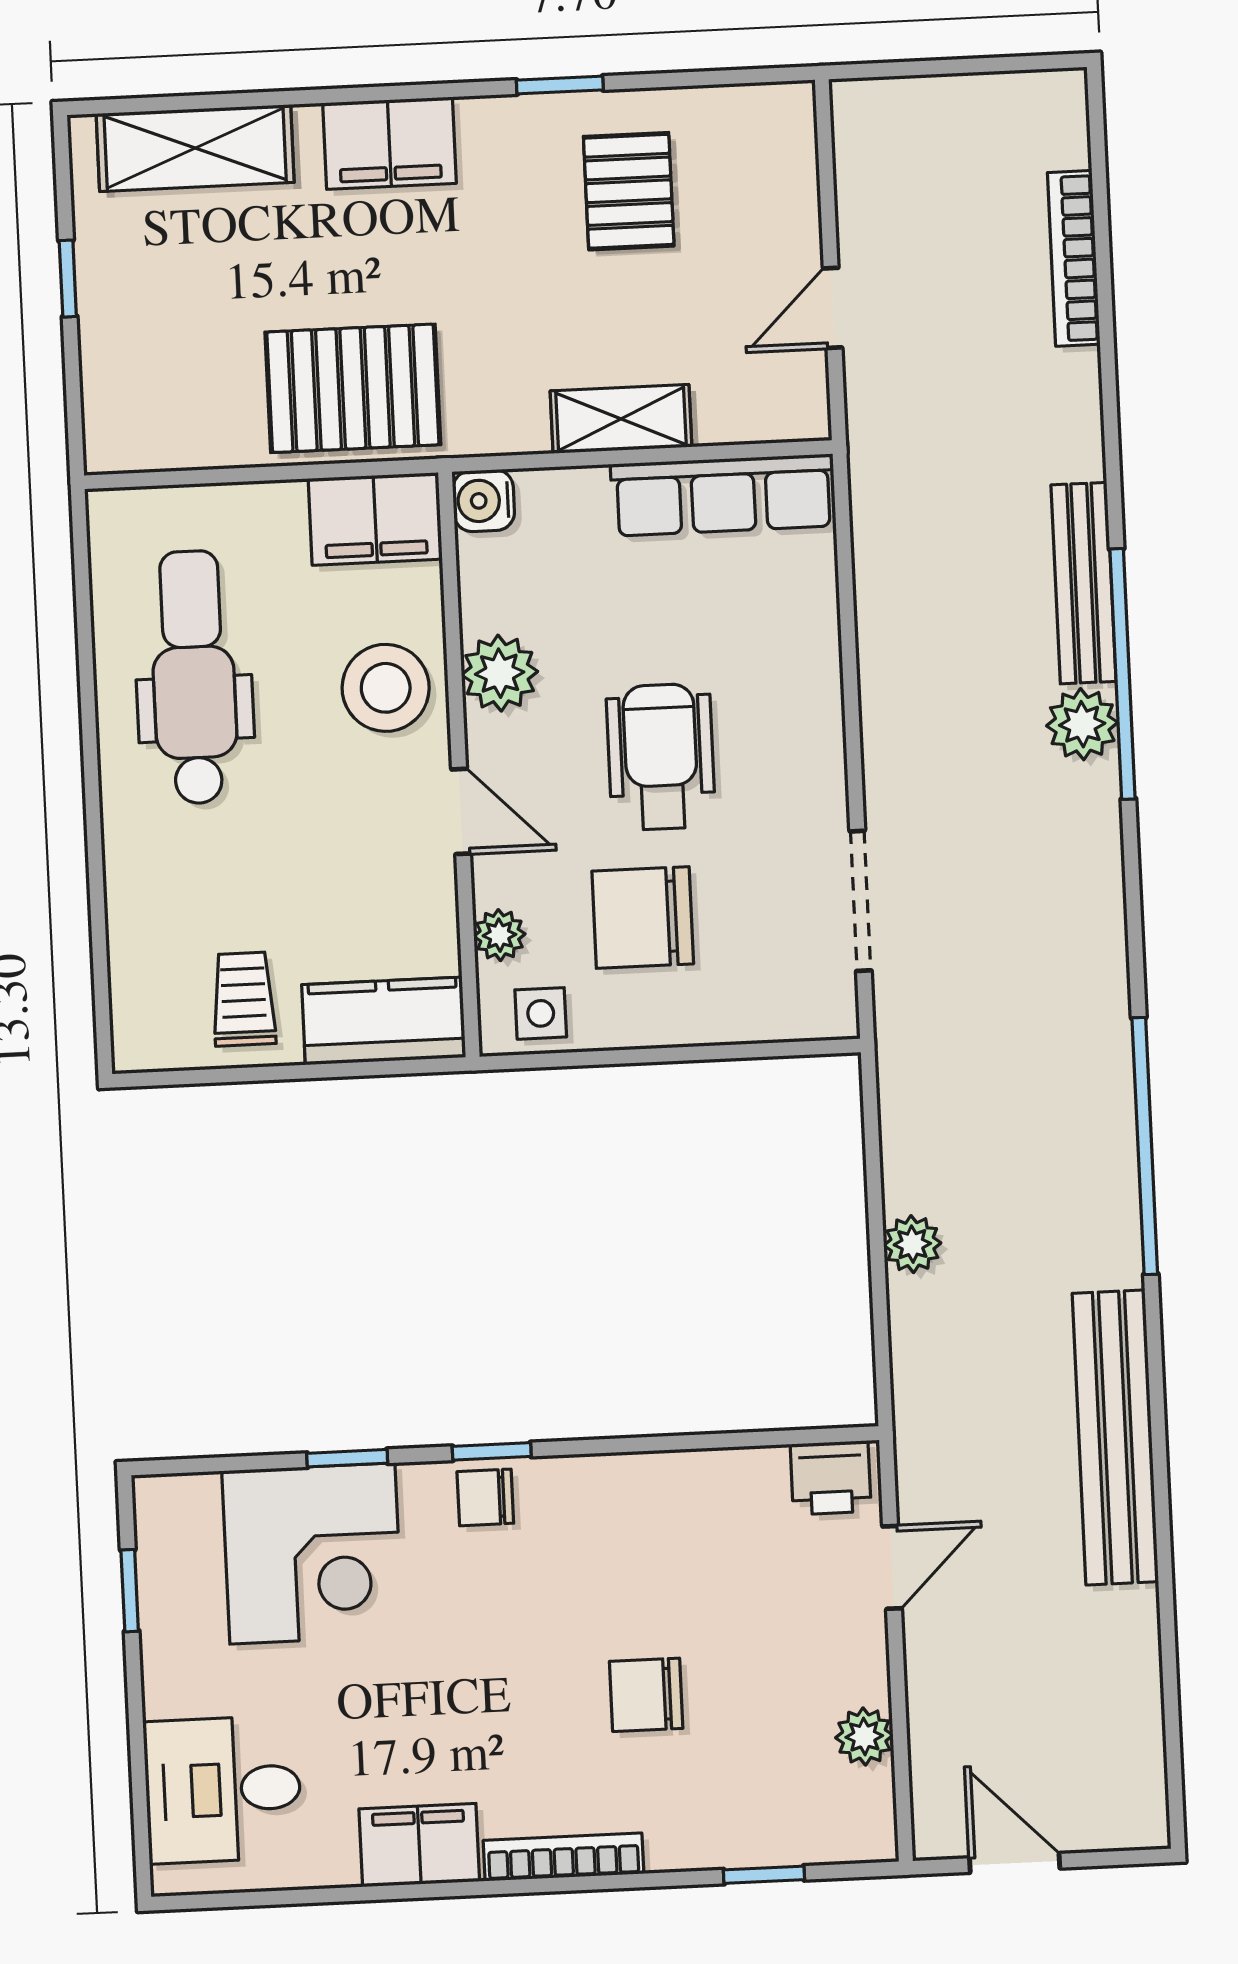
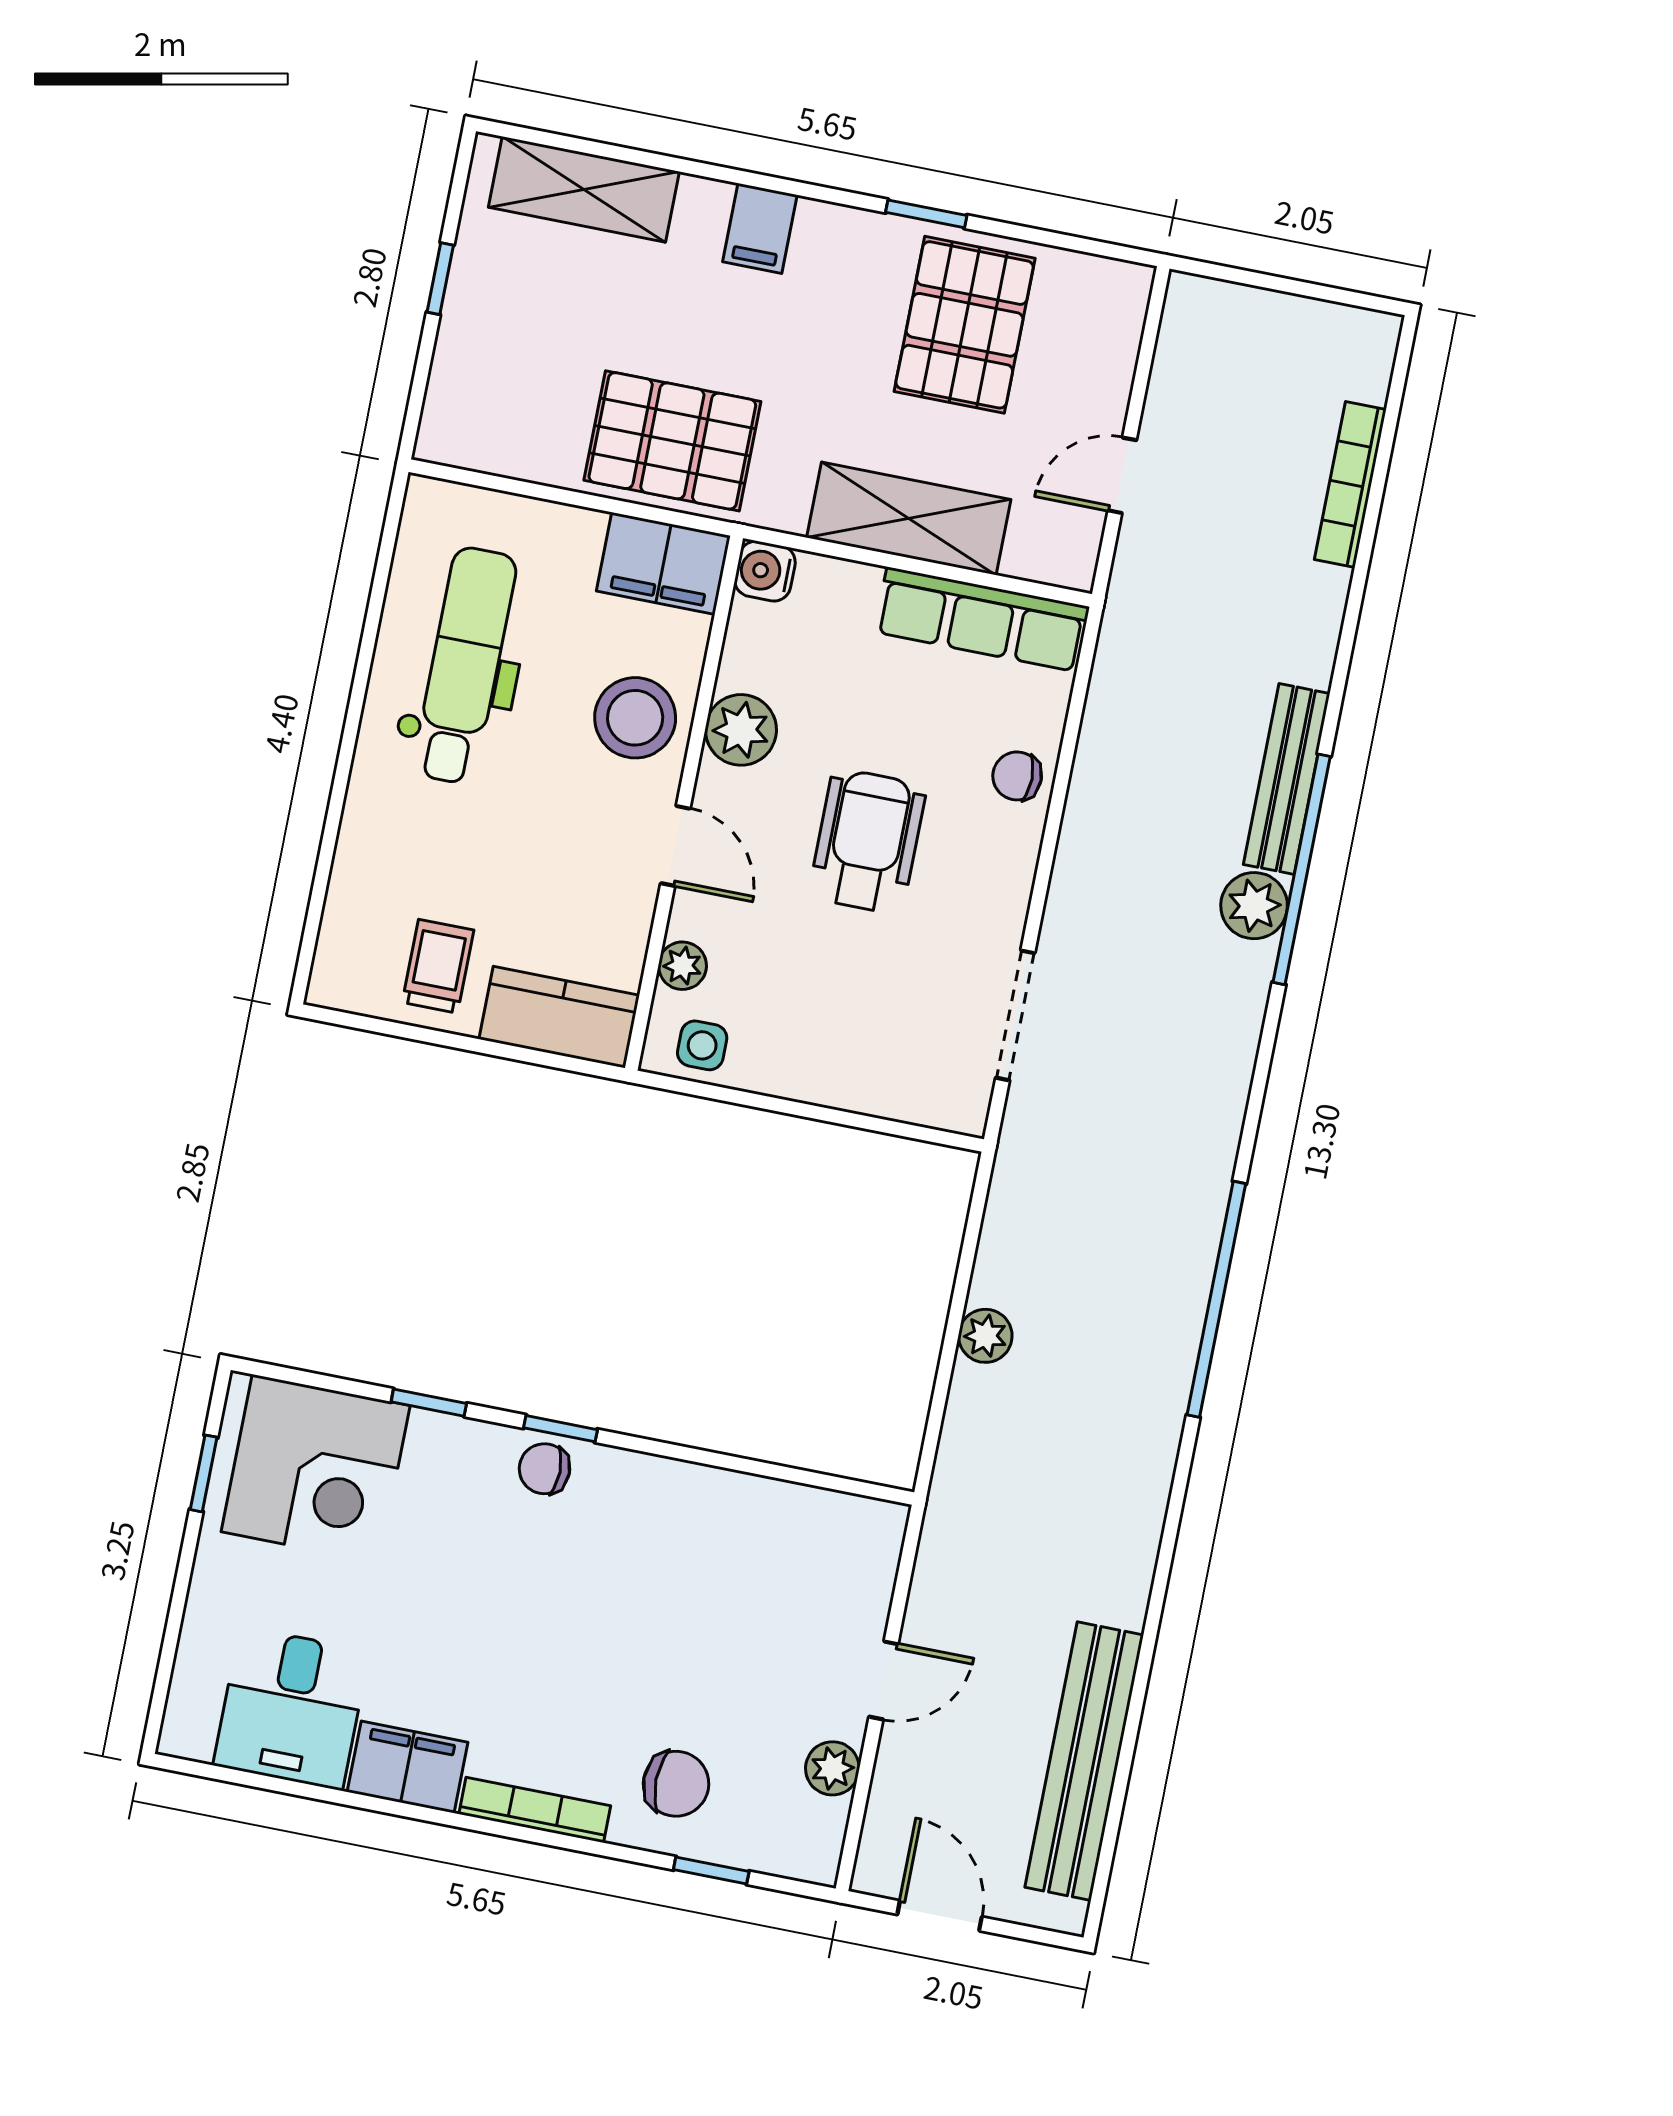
filing cabinet: (389, 143) -> (760, 228), width x0.50
pallet: (629, 191) -> (965, 325), width x1.50, depth x1.42
shelving: (621, 419) -> (909, 519), width x1.50, depth x1.33
chair: (643, 917) -> (1017, 776), moved, width x0.54, depth x0.54
bench: (1115, 1437) -> (1084, 1761), moved
printer: (831, 1478) -> (860, 1528), removed
corner desk: (312, 1553) -> (316, 1469), moved
door: (892, 1567) -> (884, 1680), moved
chair: (646, 1695) -> (676, 1784), moved, turned 180
desk: (223, 1790) -> (291, 1708), moved, turned -90

